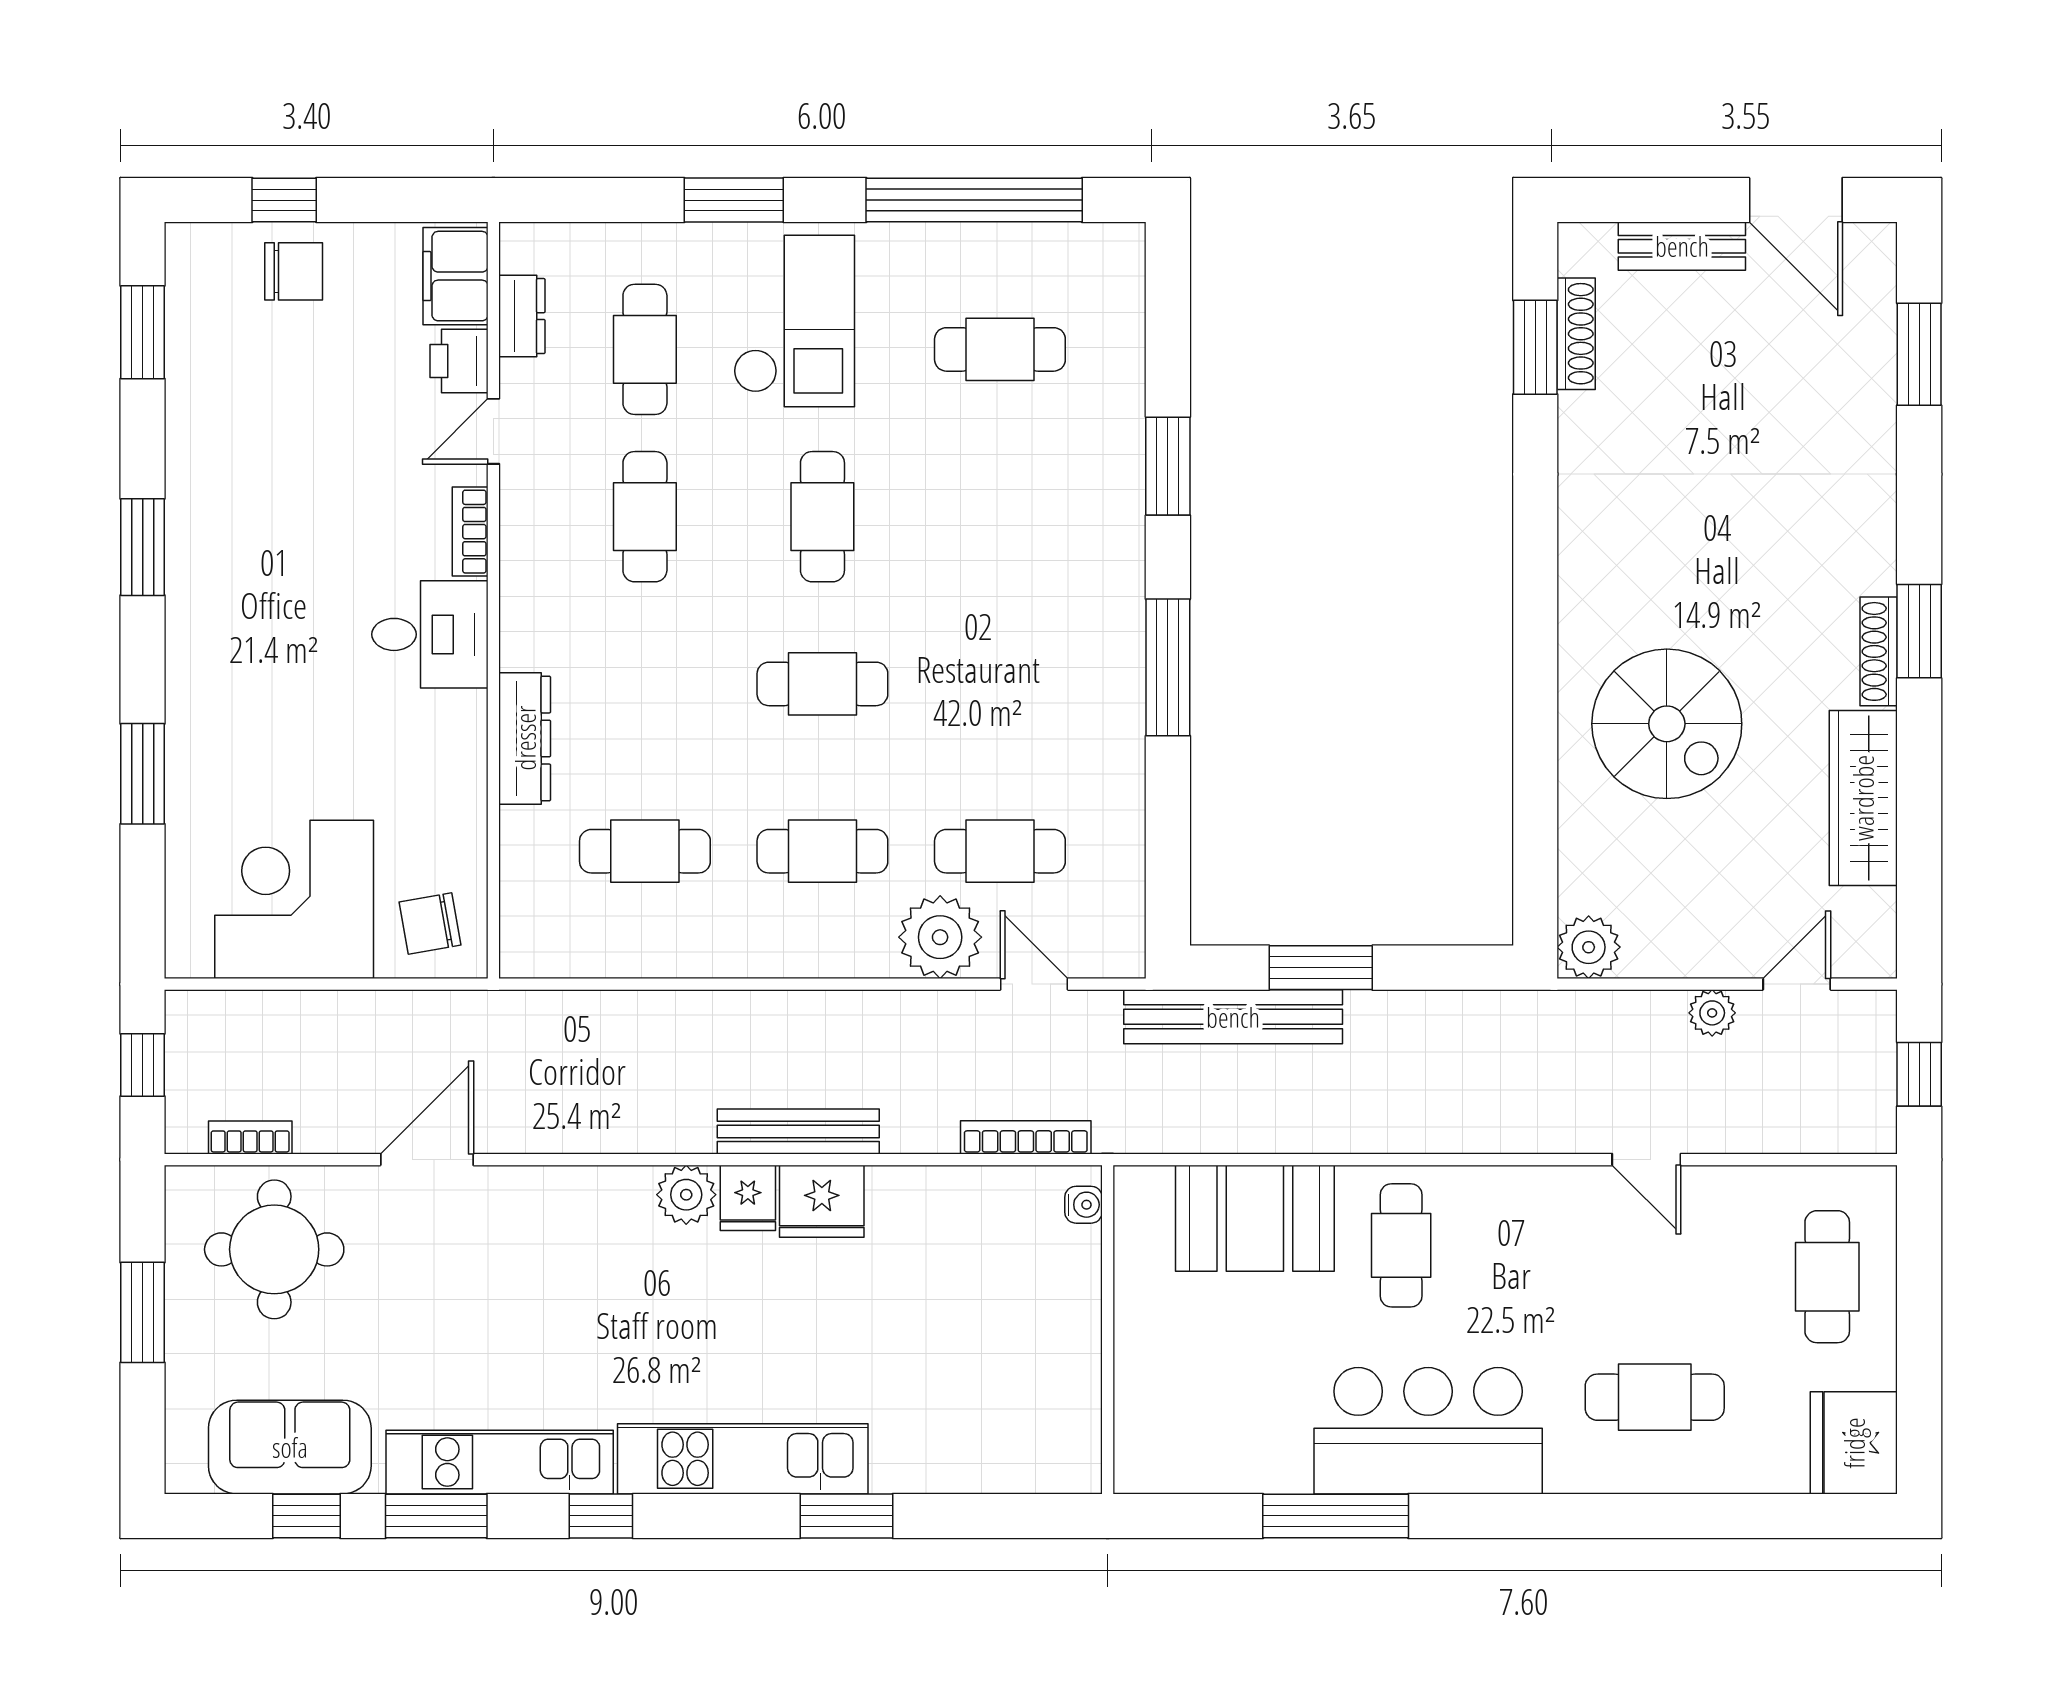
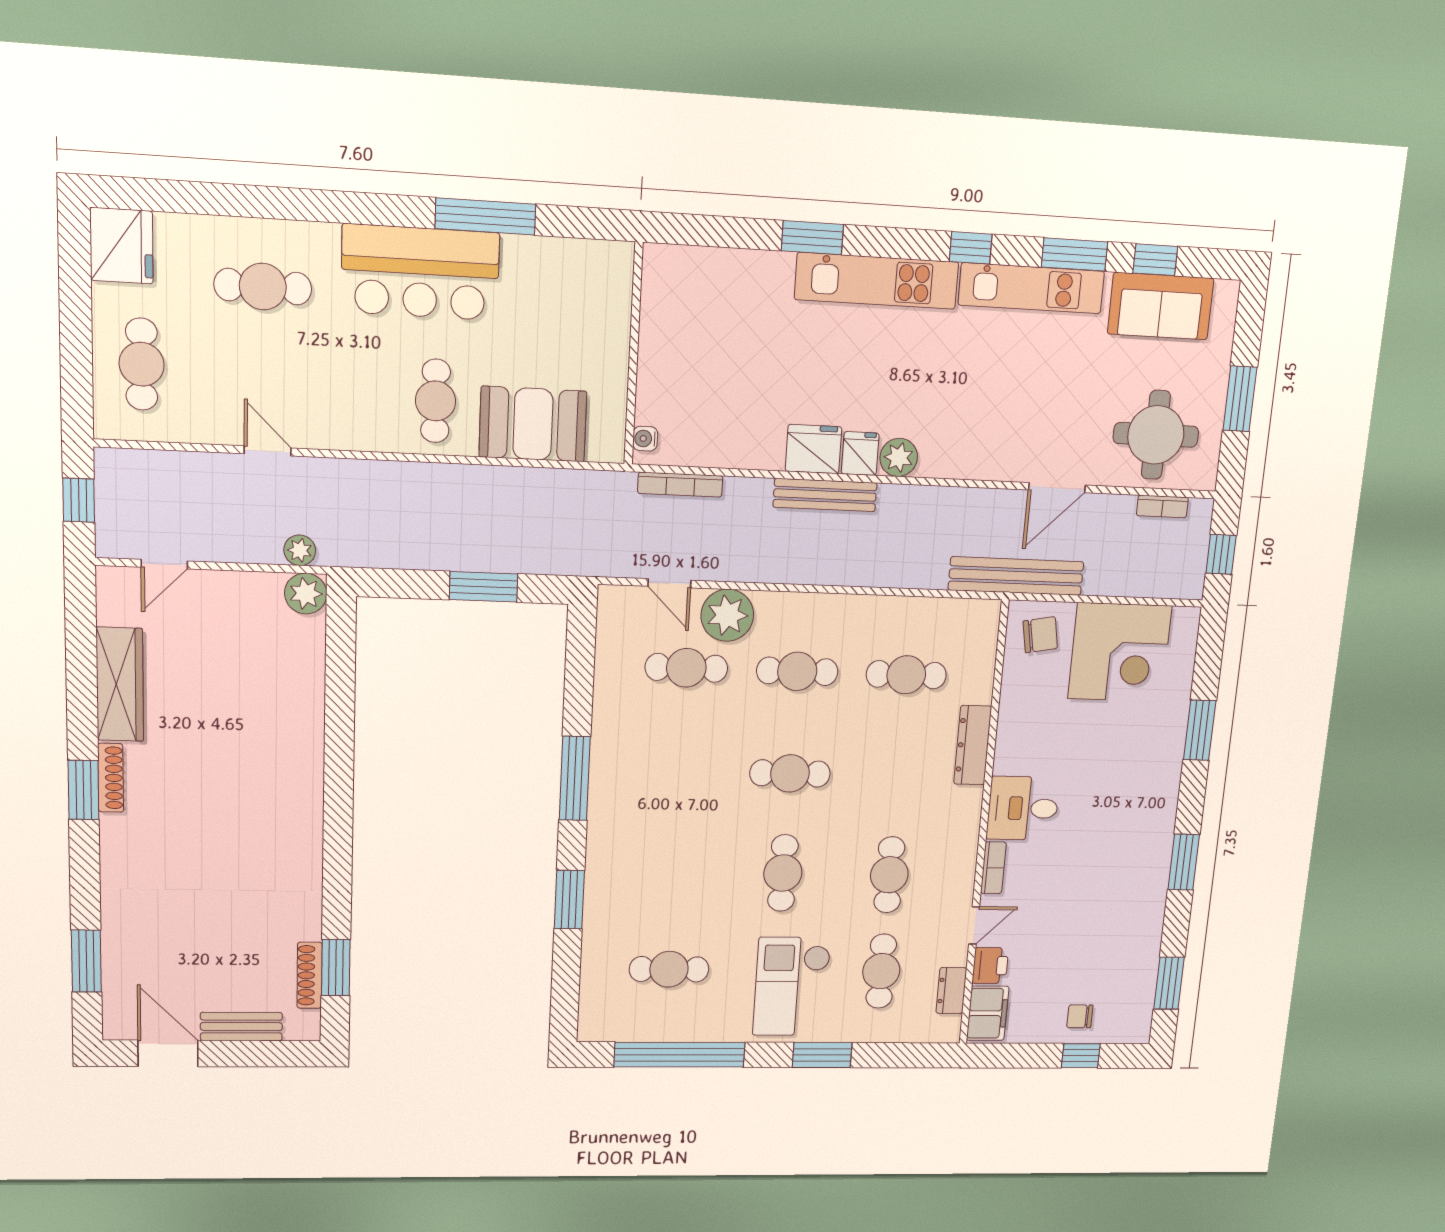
chair: (294, 271) -> (1080, 1016), width x0.73, depth x0.73
spiral stairs: (1667, 724) -> (252, 735), removed
plant: (1712, 1013) -> (300, 550), moved
bench: (1233, 1017) -> (1016, 576), moved

